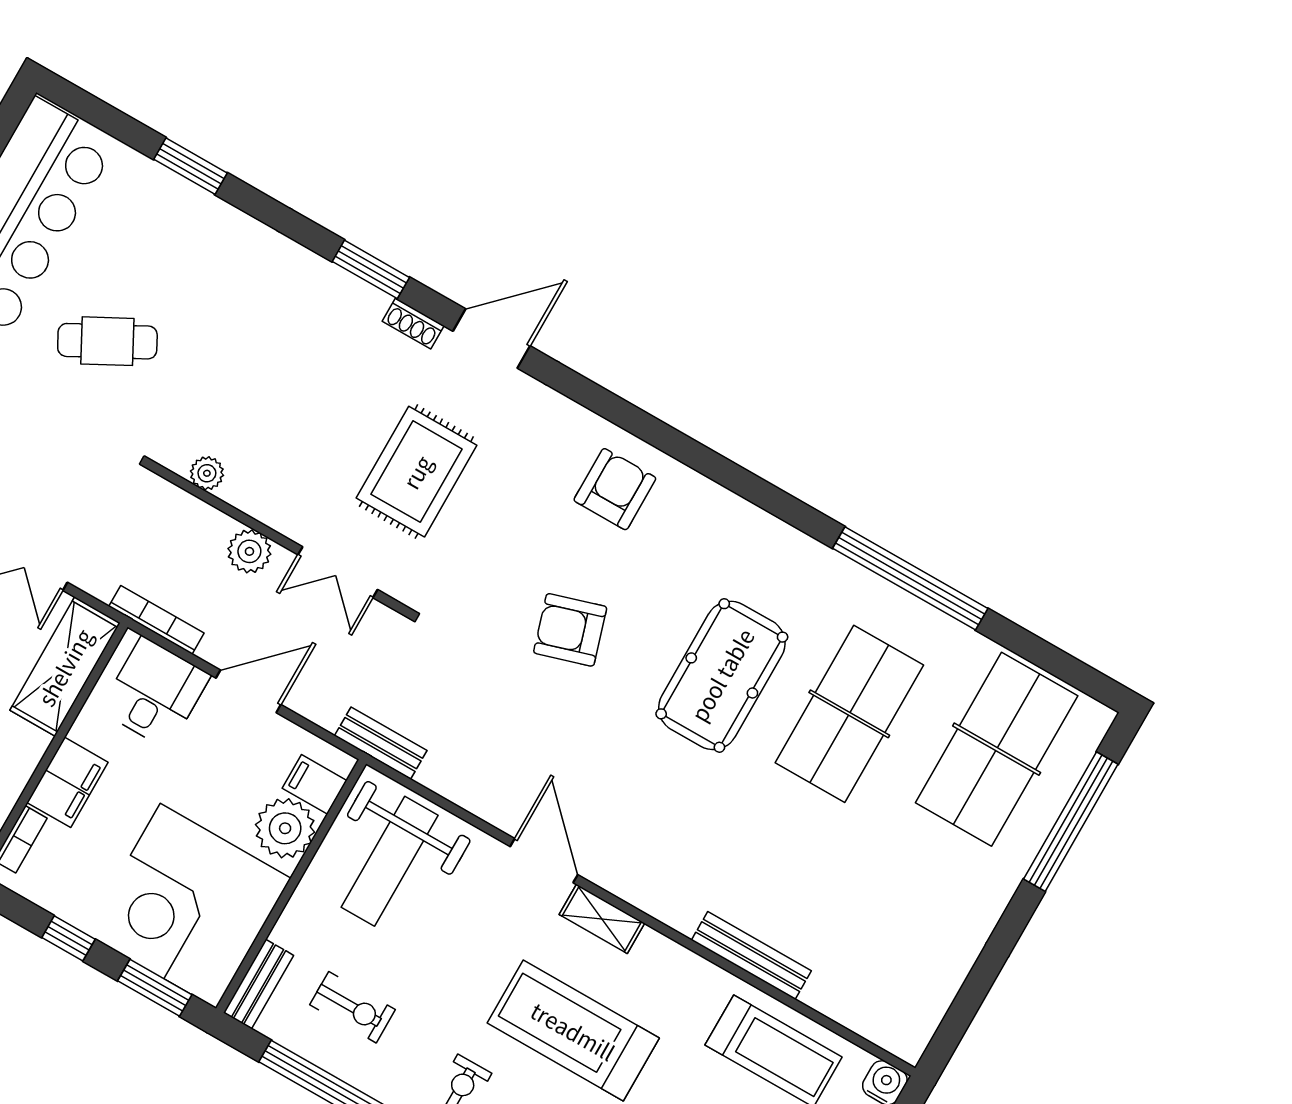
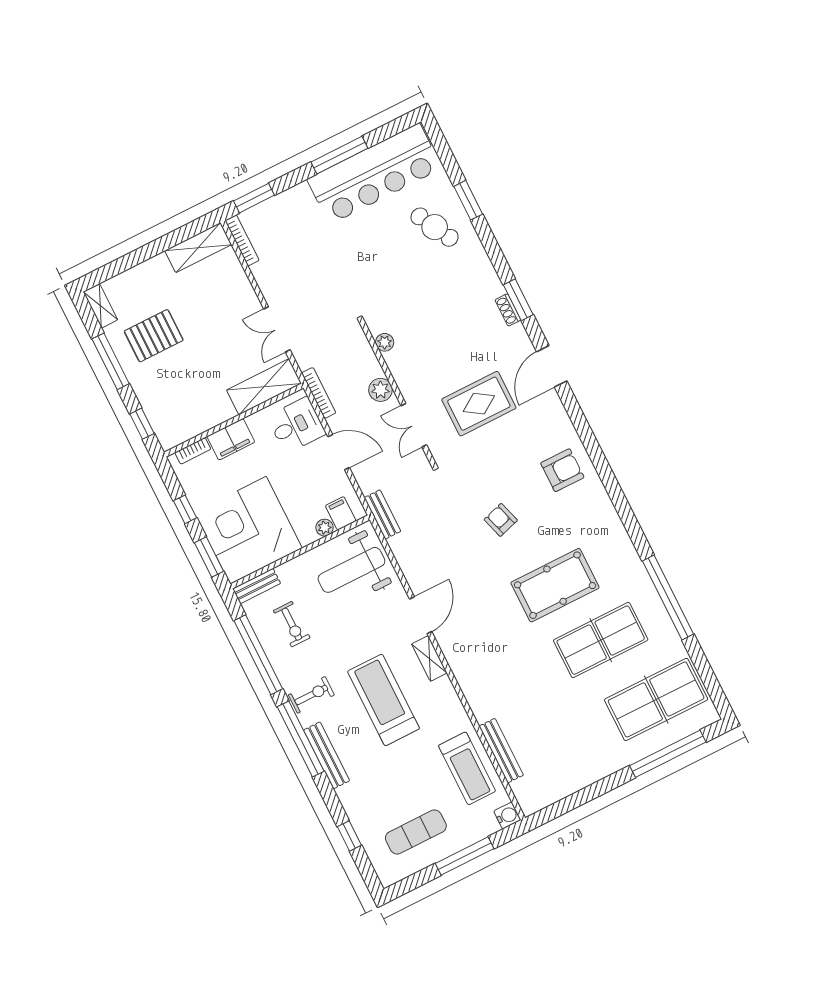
shoe rack: (413, 323) -> (508, 310), moved
door: (491, 339) -> (552, 366), swing flipped
cafe table: (107, 341) -> (435, 227), moved
armchair: (570, 630) -> (501, 520), width x0.72, depth x0.72
plant: (285, 828) -> (325, 528), width x0.53, depth x0.53
bench: (751, 955) -> (501, 751), moved

